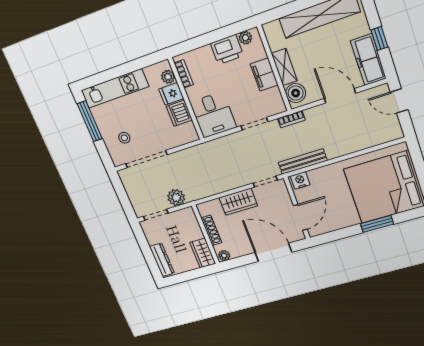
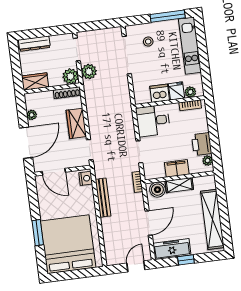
bench: (303, 162) -> (103, 198), moved
plant: (187, 217) -> (71, 76), added
shoe rack: (211, 230) -> (67, 93), moved
plant: (224, 256) -> (32, 115), moved

